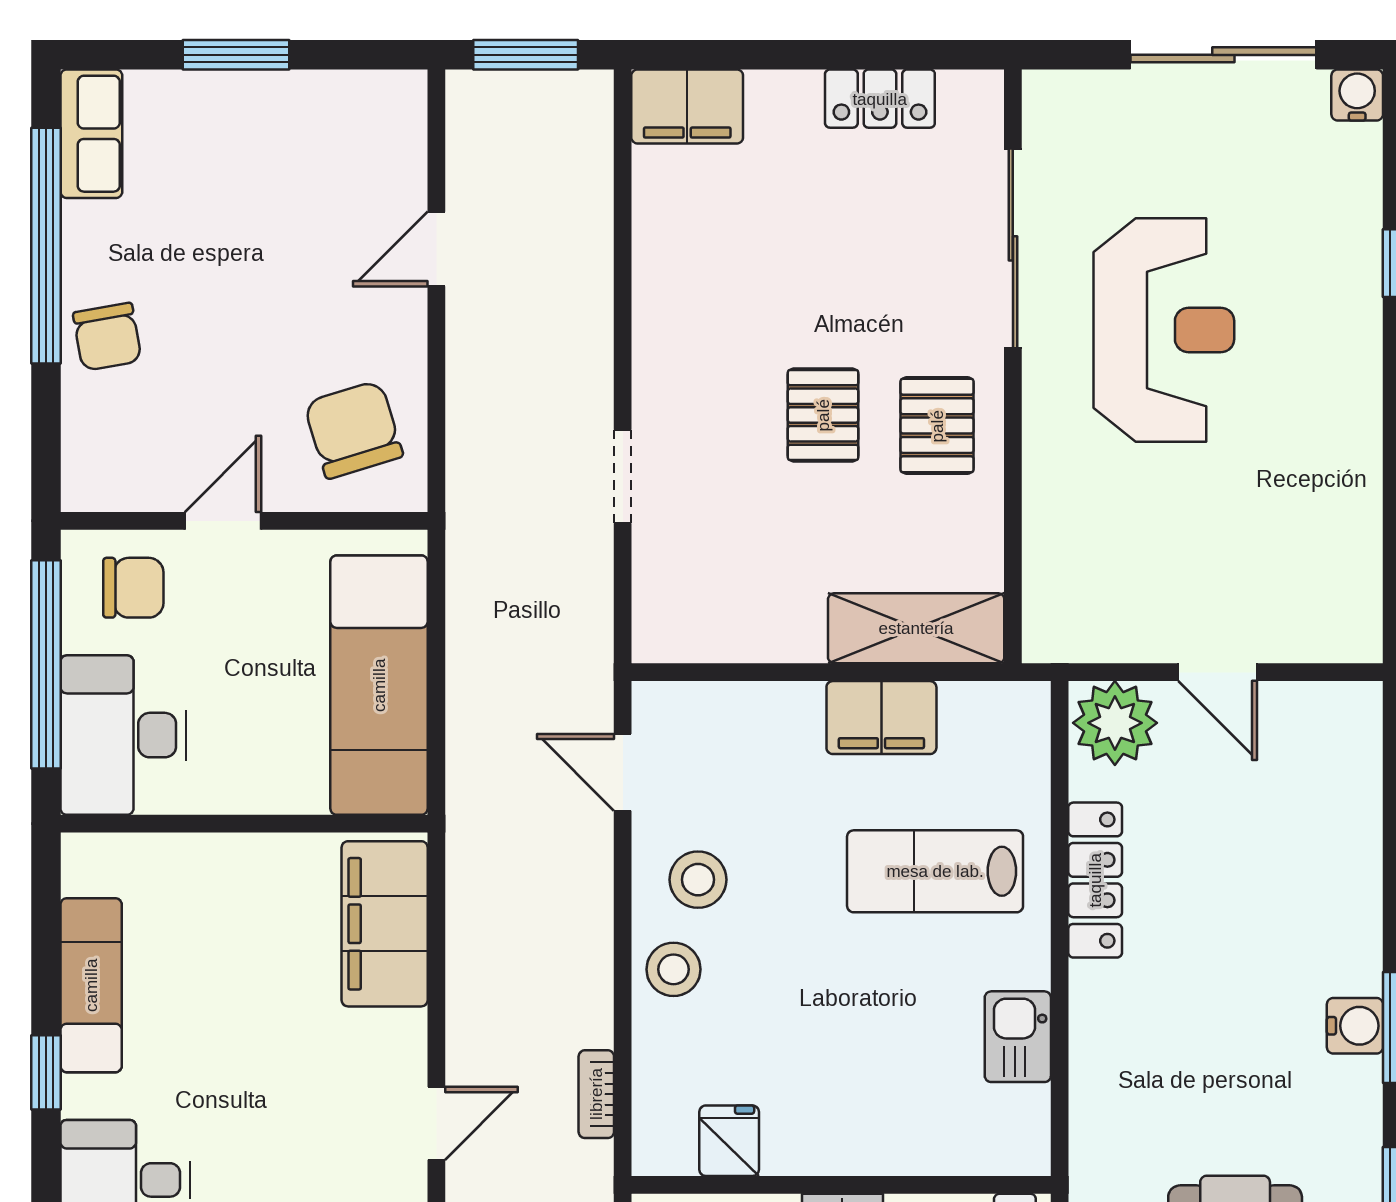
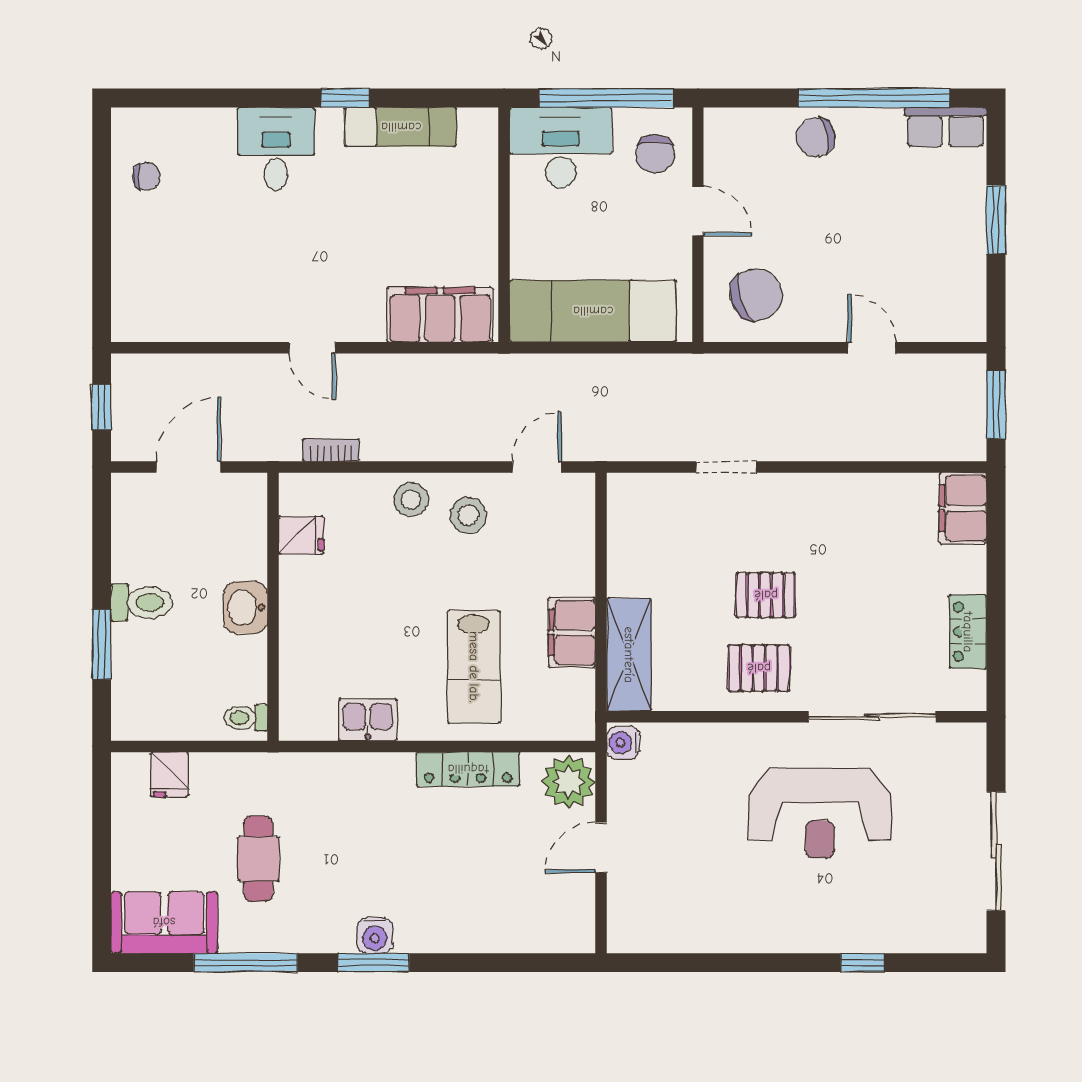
water cooler: (1357, 95) -> (623, 743), moved, turned 180
lab bench: (935, 871) -> (474, 667), turned 180

